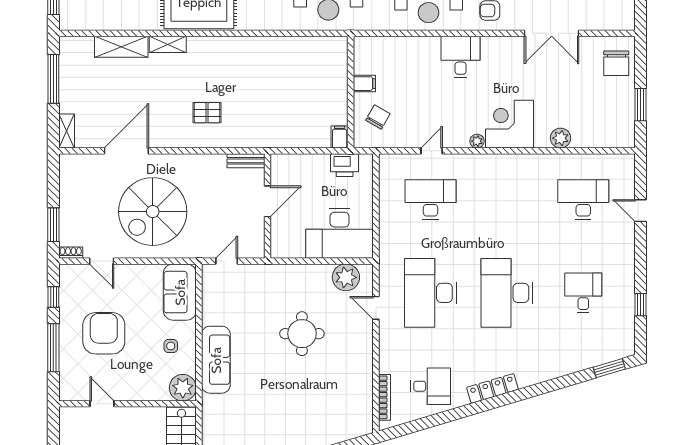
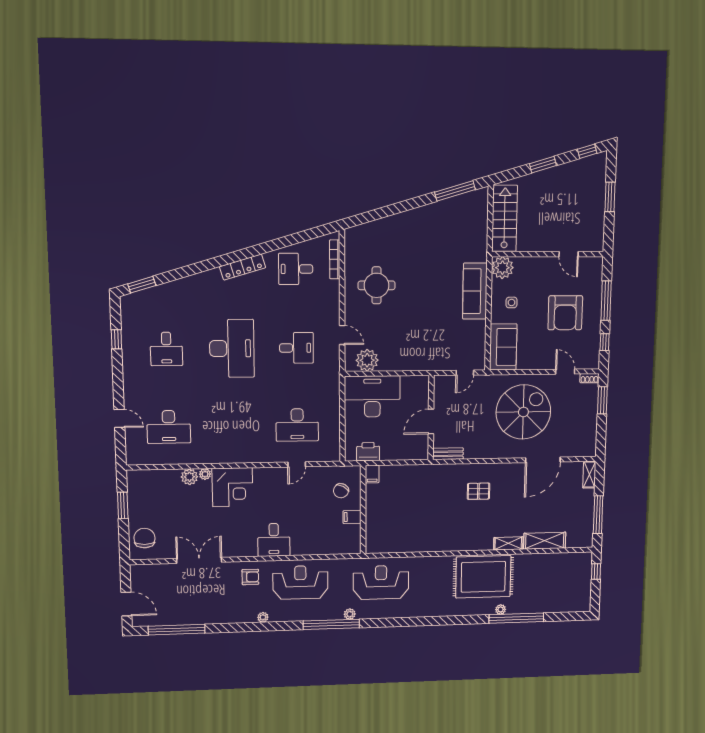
plant: (477, 141) -> (205, 474), moved
desk: (430, 293) -> (296, 348), width x0.53, depth x0.77
round table: (302, 334) -> (377, 285), moved

